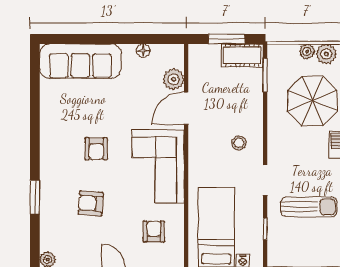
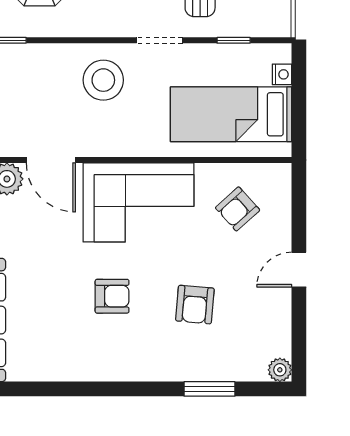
stool: (239, 143) -> (103, 80), width x1.89, depth x1.89
window: (35, 197) -> (209, 389), moved
armchair: (154, 232) -> (238, 209), turned -42

